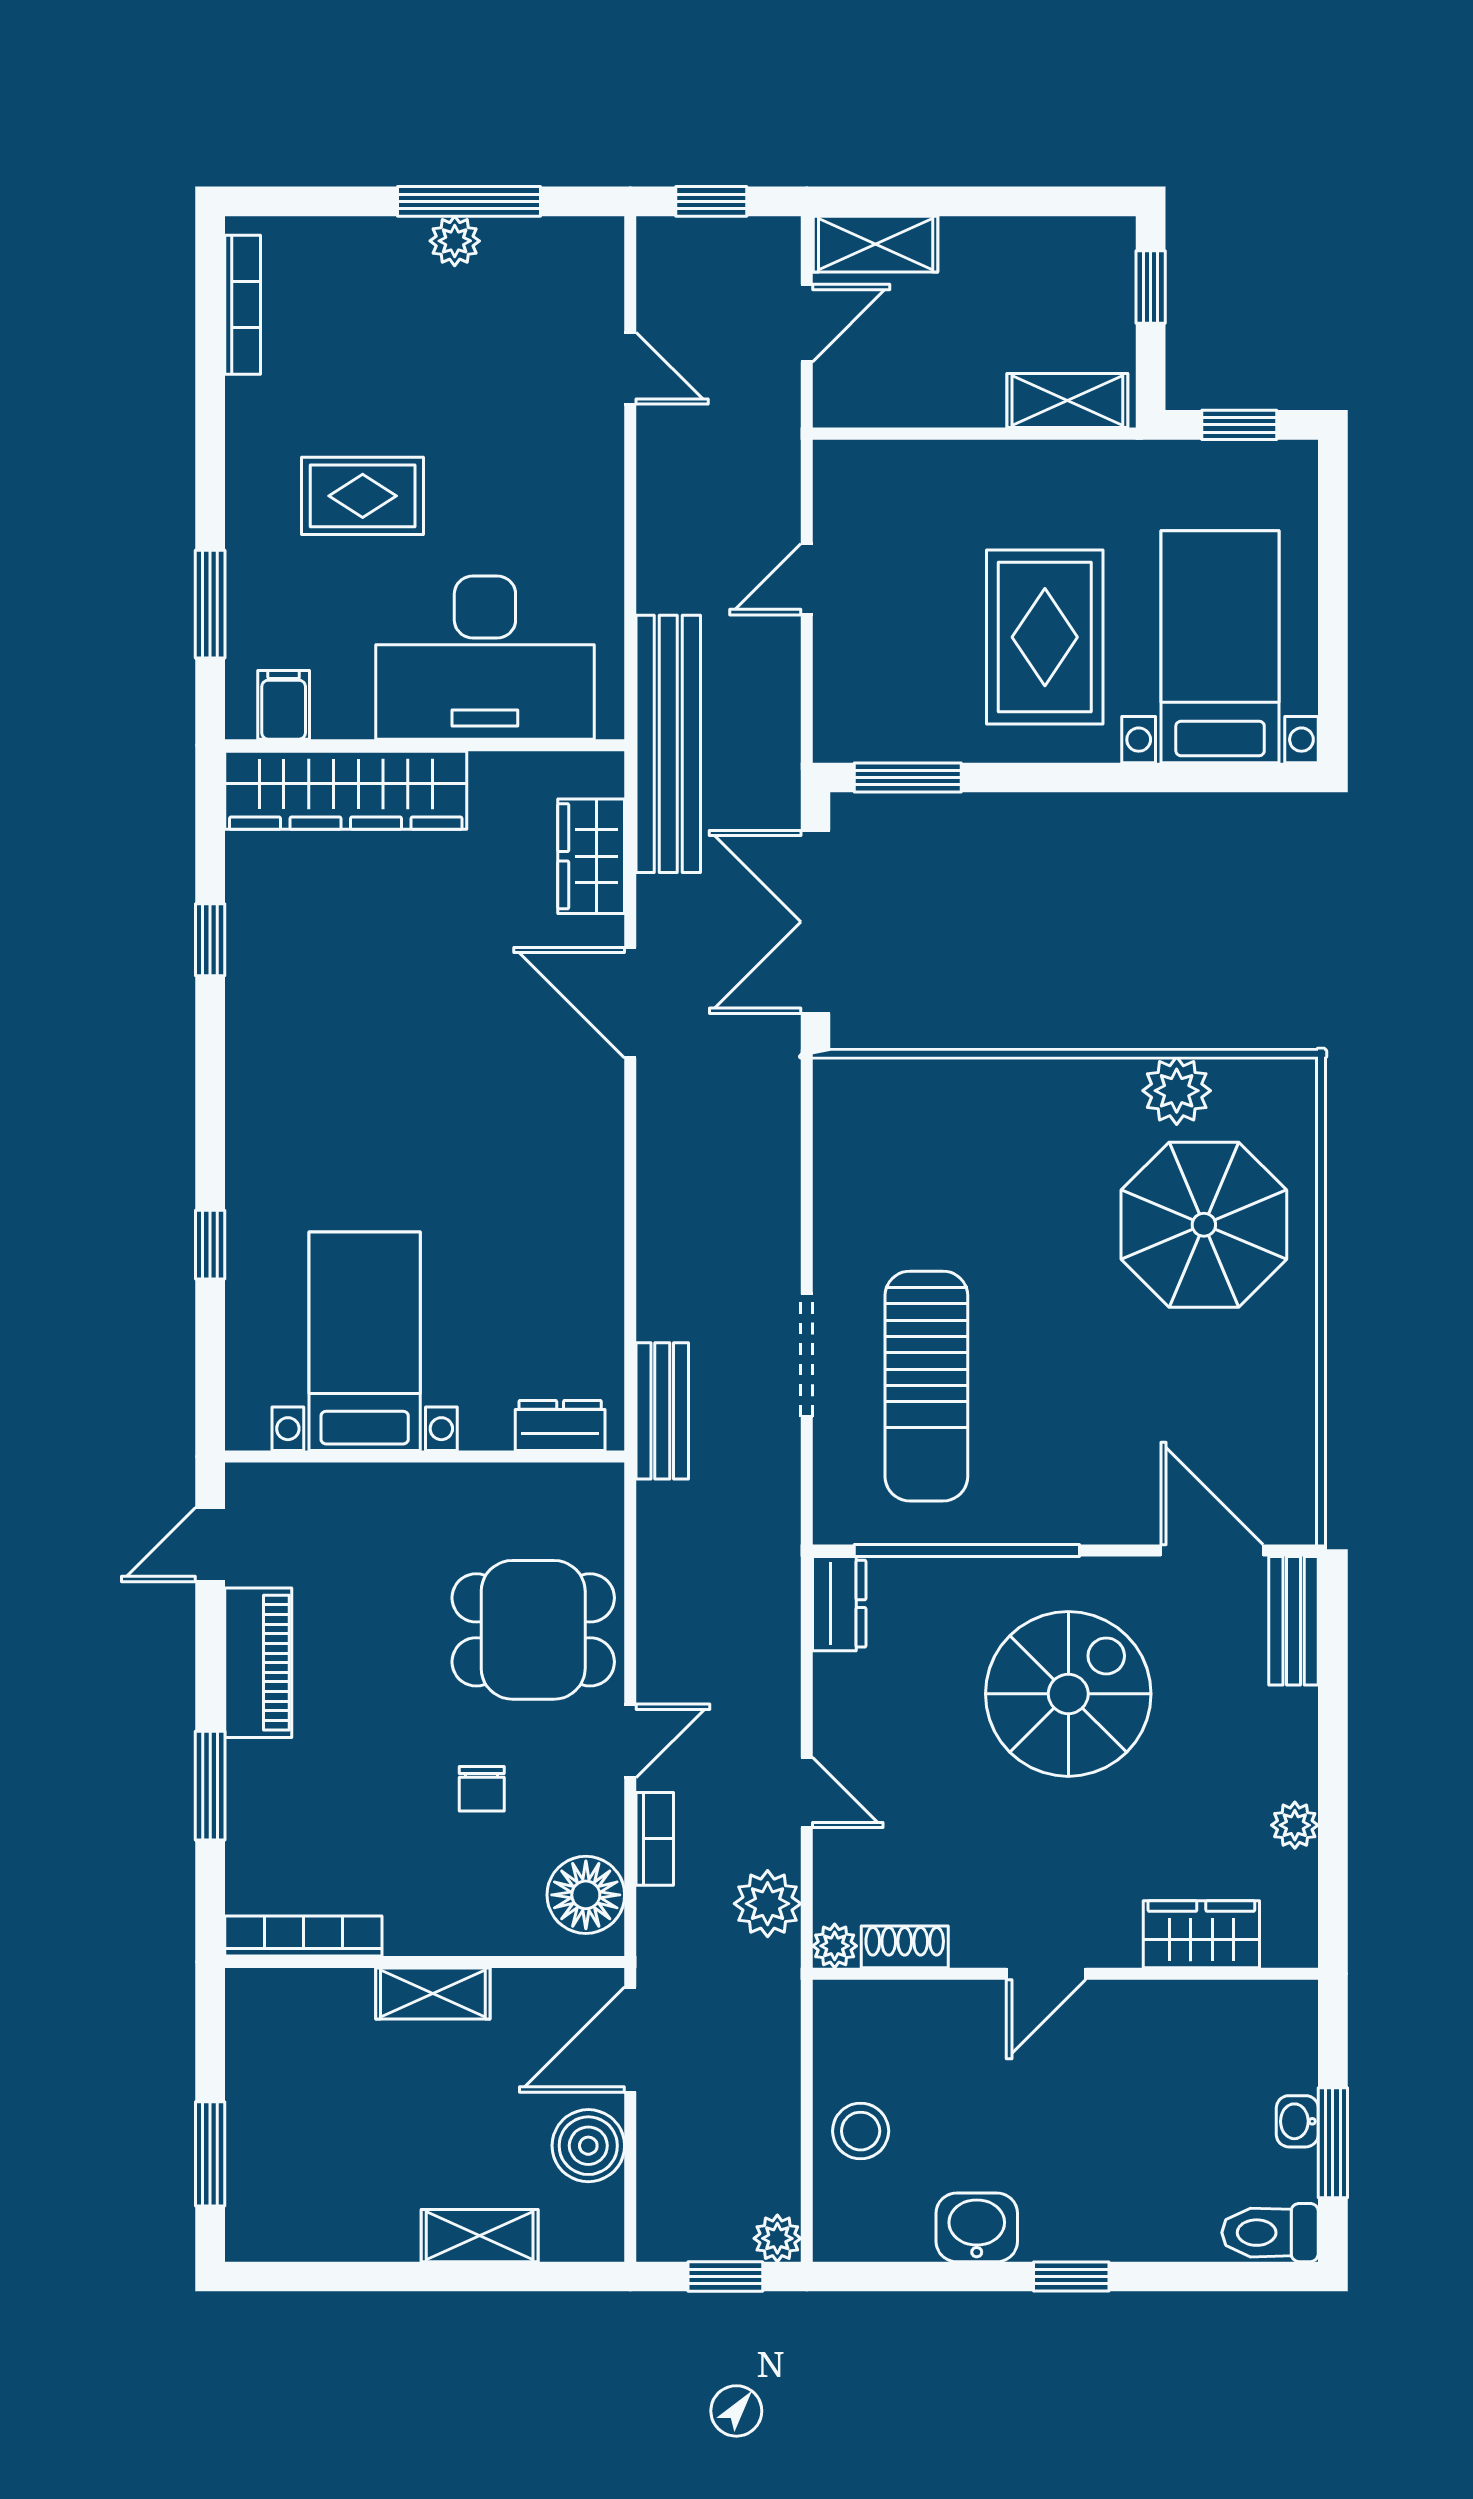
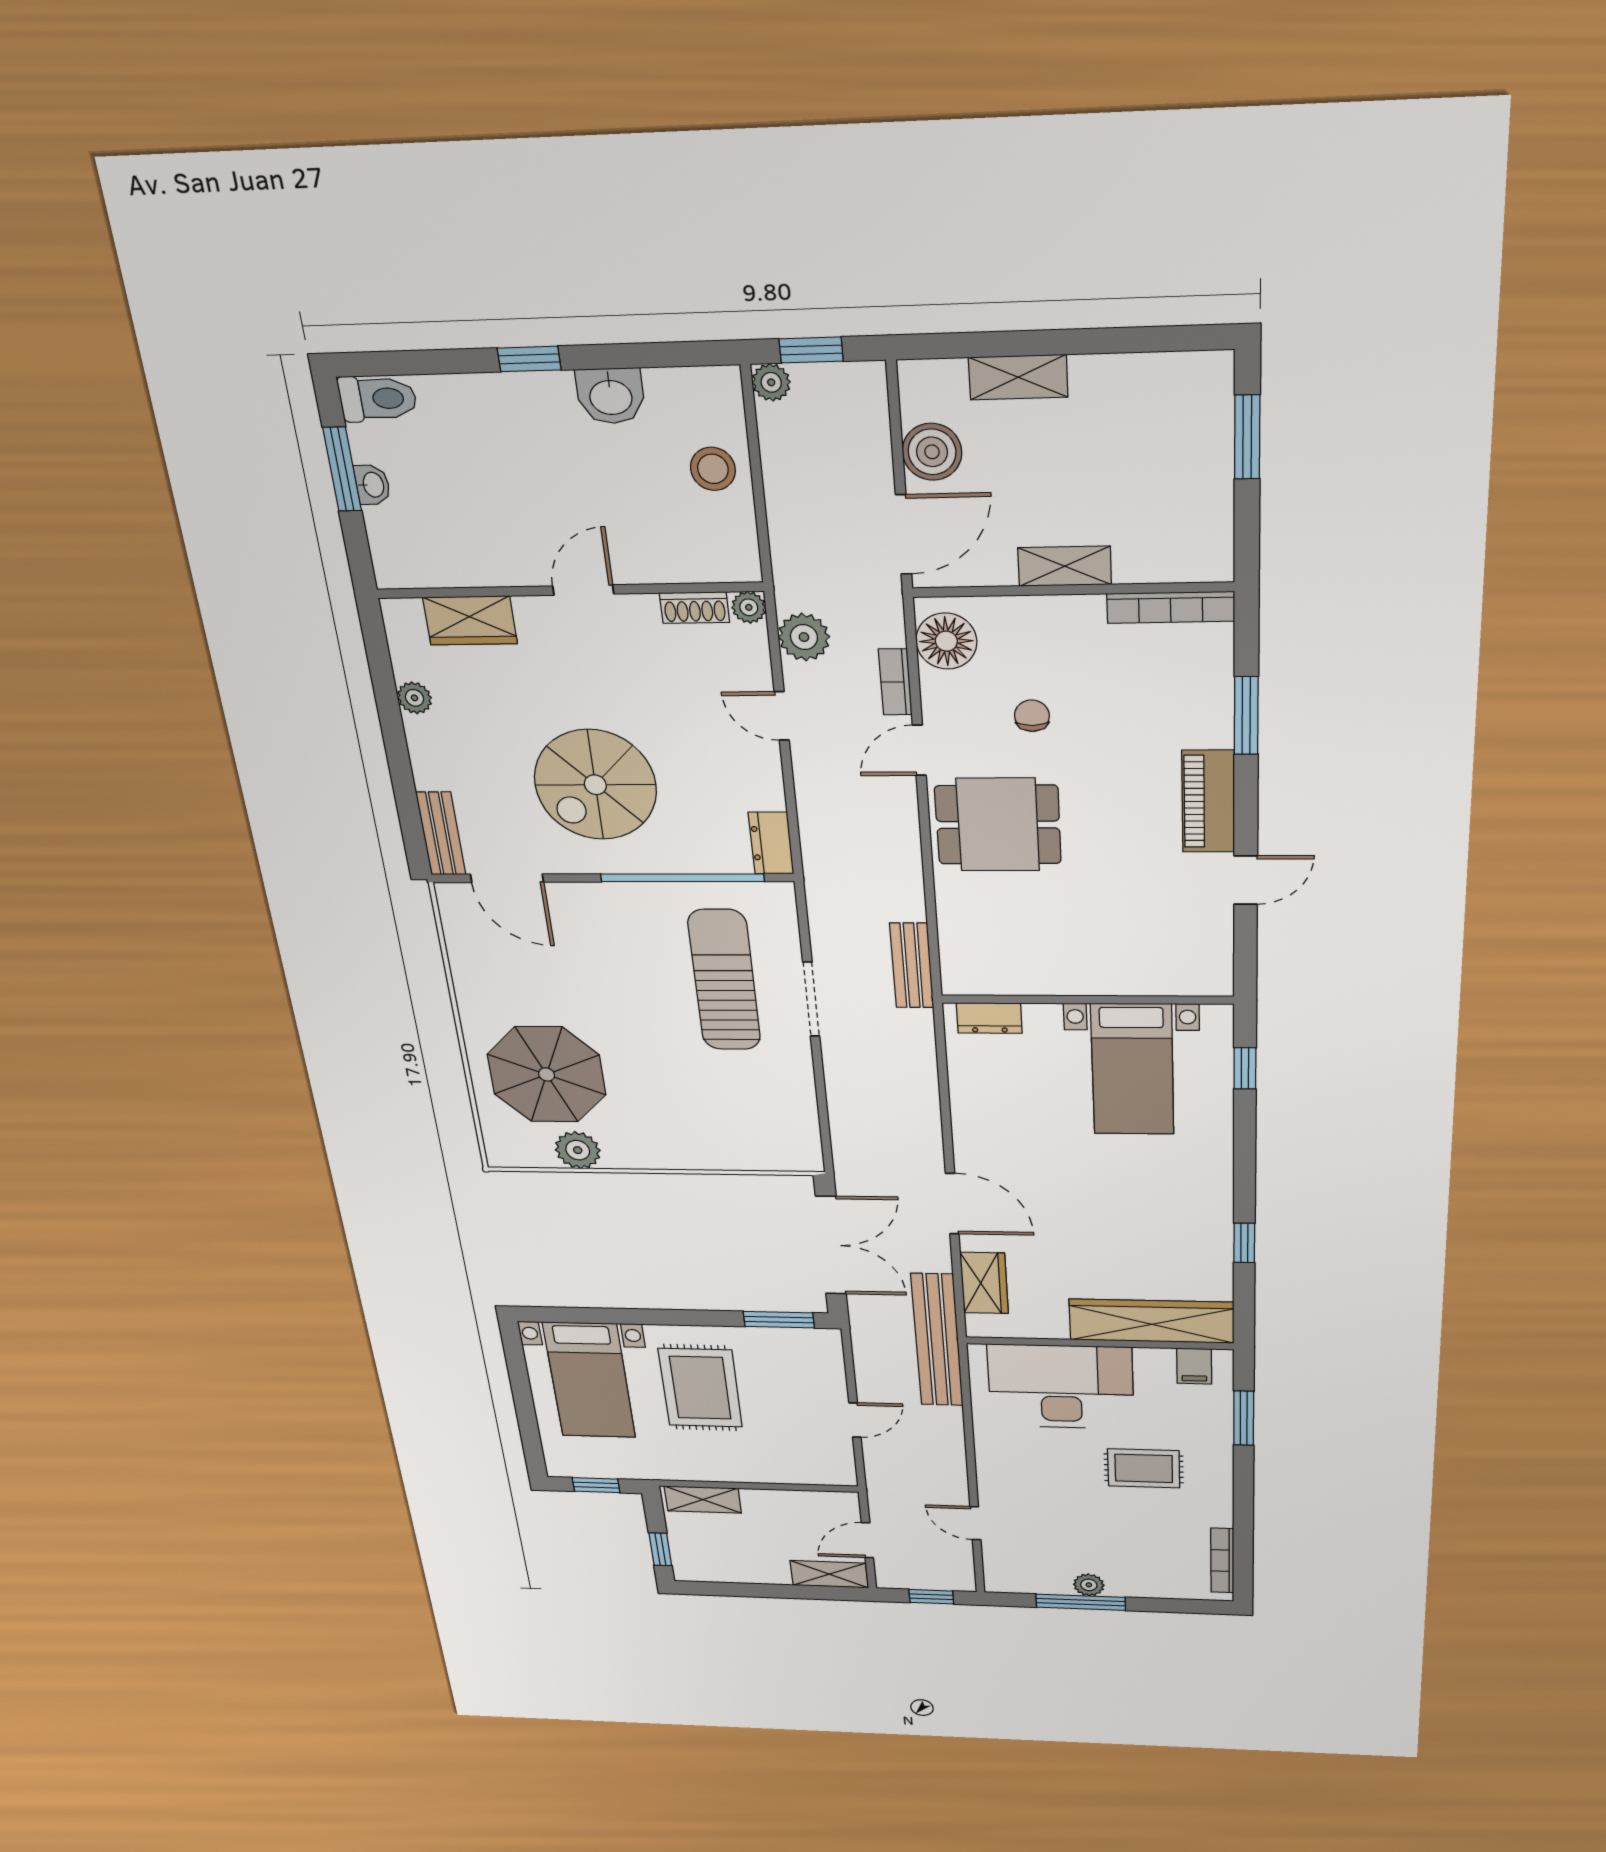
bed with nightstands: (365, 1341) -> (1132, 1070), moved
dresser: (560, 1425) -> (989, 1018), moved
wall: (425, 1456) -> (1087, 1000), moved

